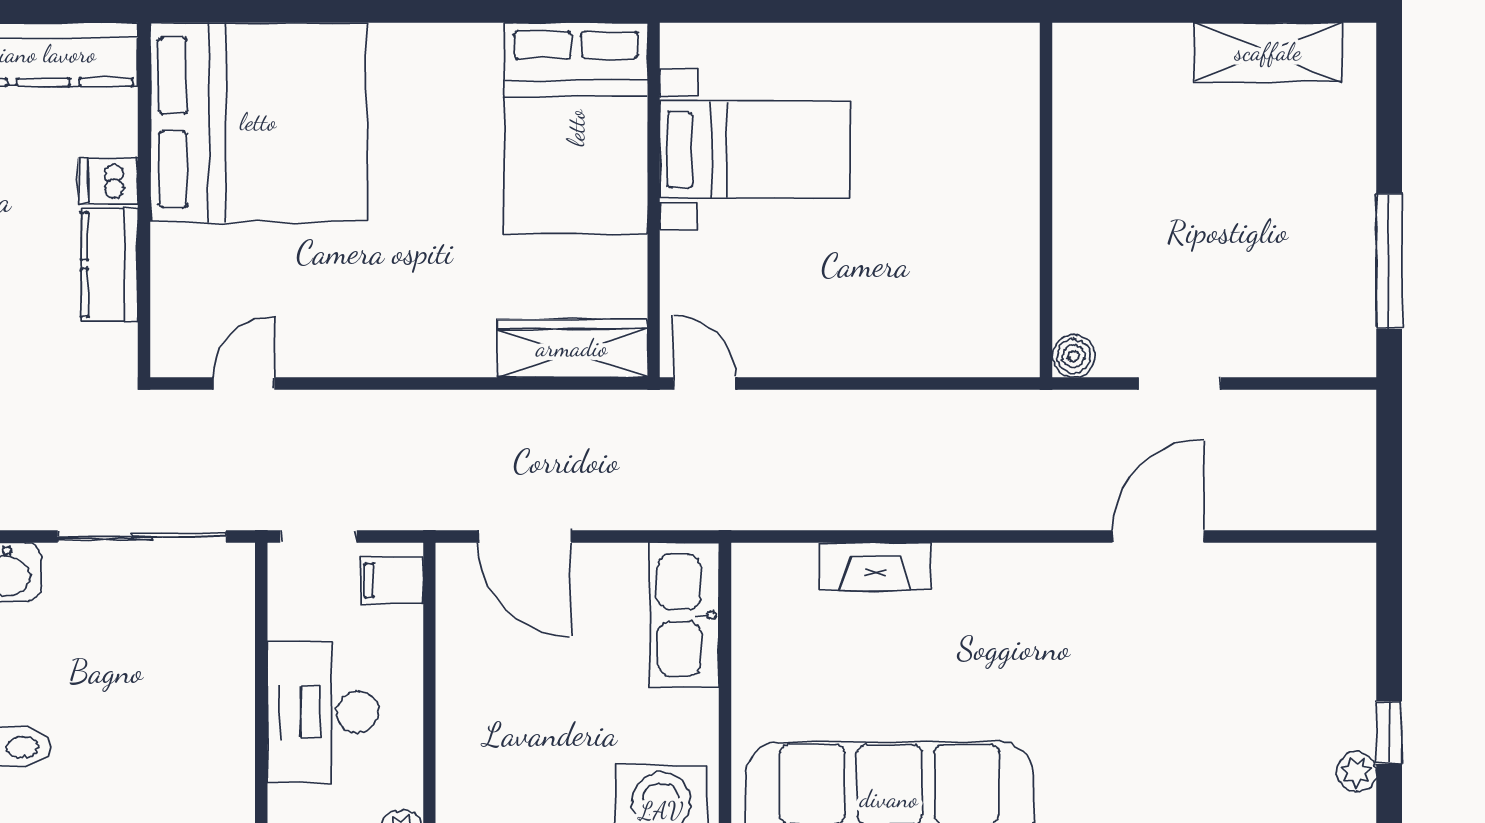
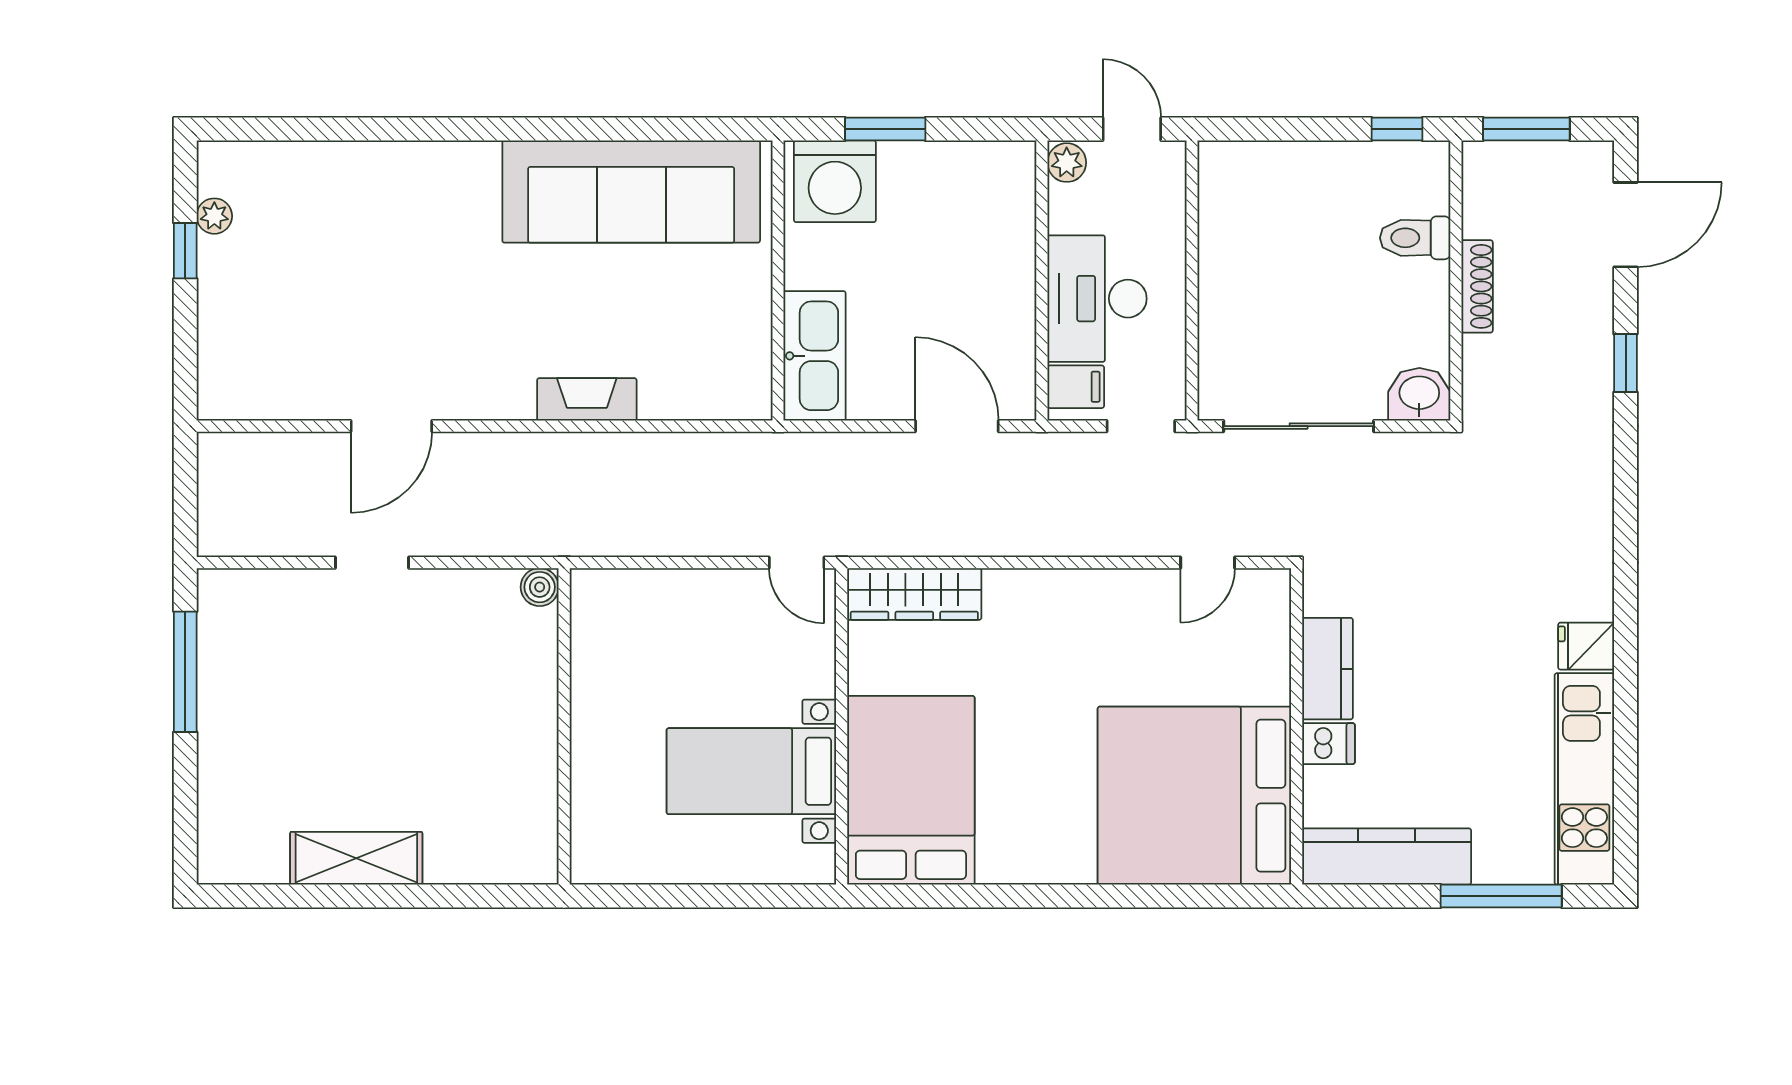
shelving: (1268, 52) -> (356, 858), moved
wall: (1046, 200) -> (564, 726), moved
boiler: (1074, 356) -> (540, 587), moved
fireplace: (875, 566) -> (587, 399), moved
desk: (323, 712) -> (1097, 299), moved, turned 180

